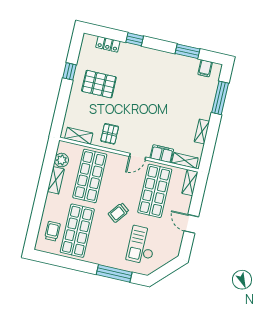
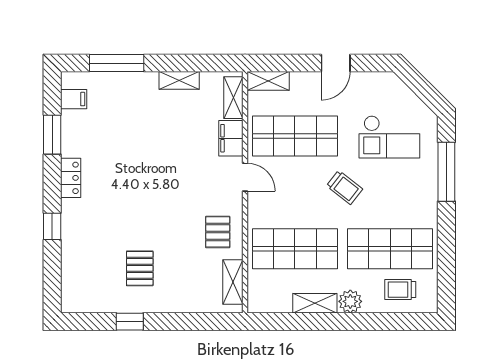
locker: (108, 44) -> (71, 178), moved
pallet: (99, 84) -> (140, 268), width x0.67, depth x0.71
pallet: (110, 134) -> (218, 232), turned 90
plant: (61, 160) -> (350, 301), moved

